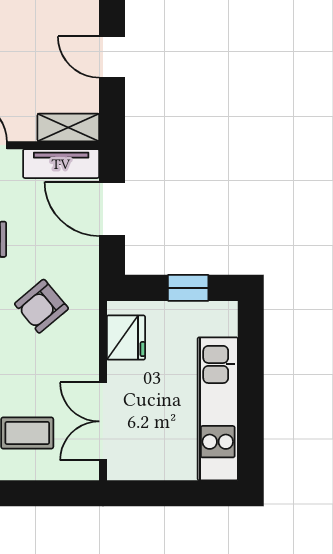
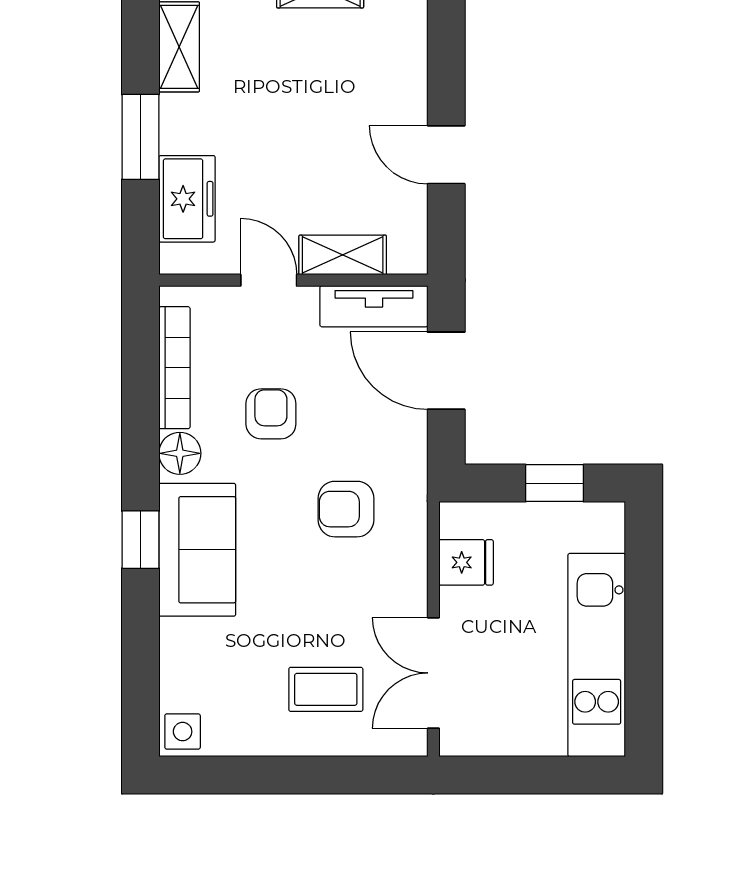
shelving: (68, 127) -> (343, 255), moved
armchair: (41, 306) -> (346, 509), turned 40
fridge: (126, 338) -> (466, 562), width x0.72

